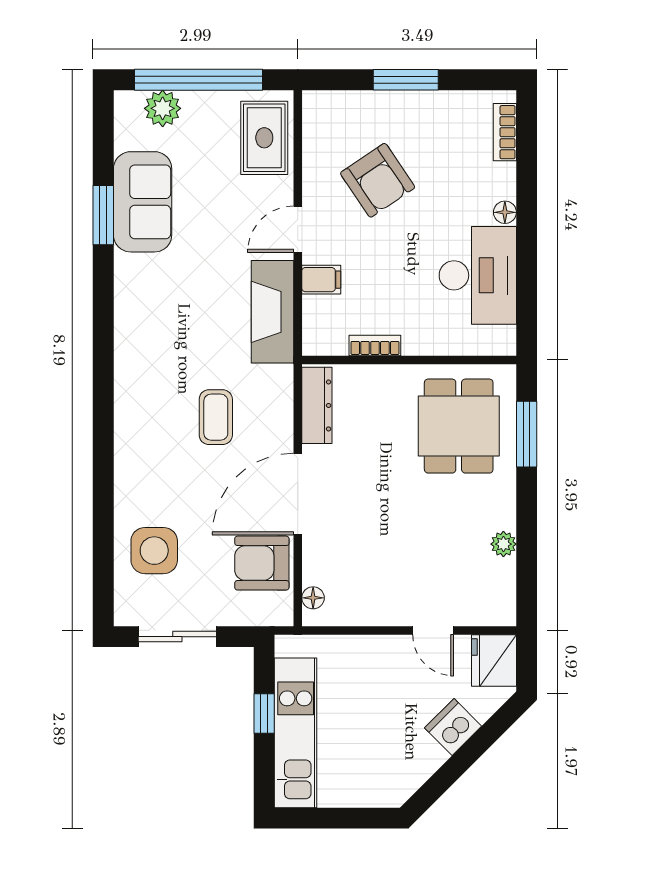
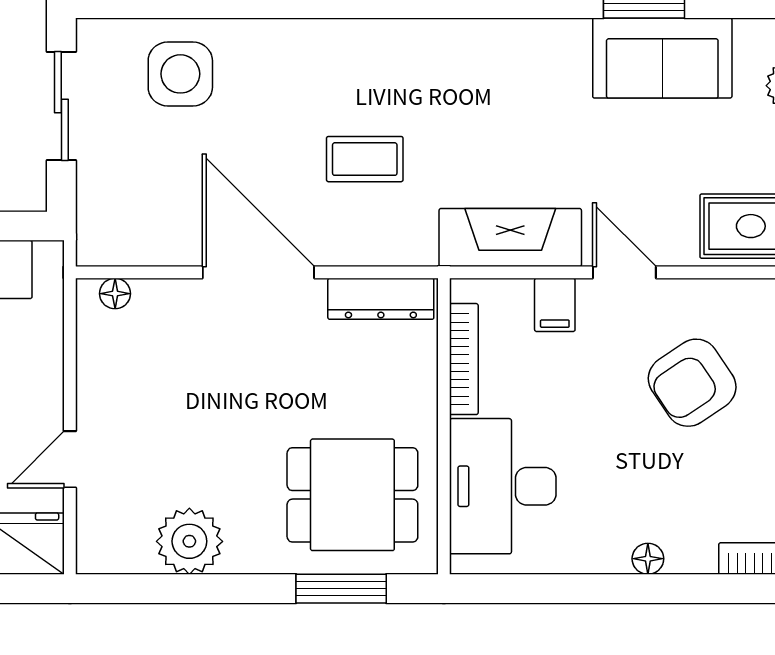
desk: (478, 275) -> (503, 486), moved, turned 90
bookcase: (375, 345) -> (464, 359), width x1.56
plant: (503, 544) -> (189, 541), width x1.88, depth x1.88
armchair: (262, 563) -> (163, 223), removed

